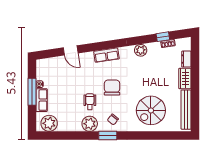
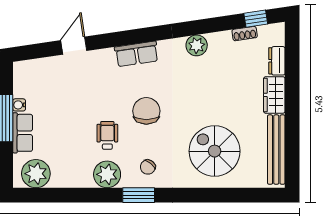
window: (163, 37) -> (256, 19), moved
door: (71, 50) -> (74, 46), swing flipped
spiral stairs: (151, 110) -> (215, 151), turned 90

